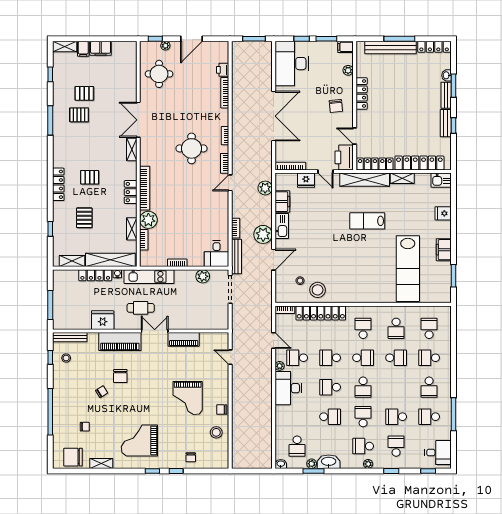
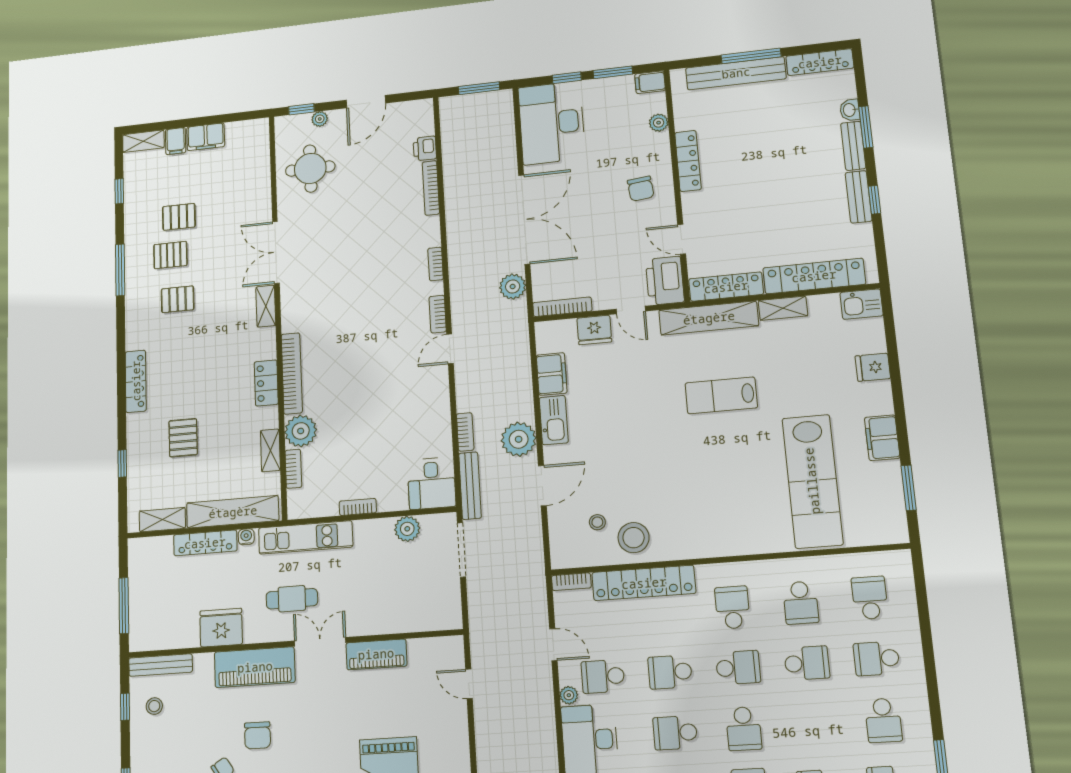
round table: (192, 148) -> (375, 293), removed
pallet: (90, 177) -> (178, 299), moved
plant: (265, 188) -> (513, 287), moved

